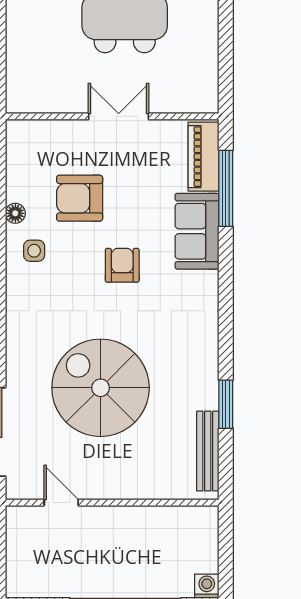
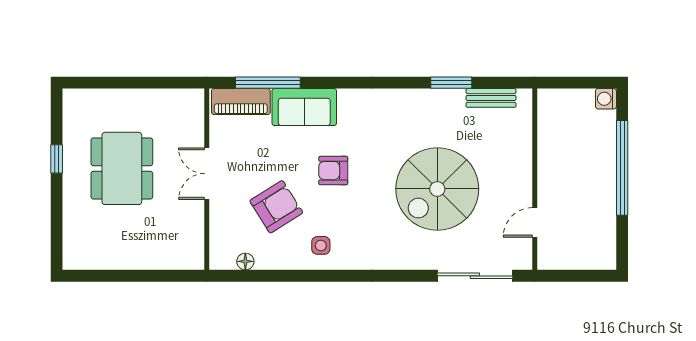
armchair: (80, 198) -> (276, 207), turned -122
floor lamp: (15, 213) -> (245, 261), moved
bench: (208, 451) -> (491, 98), width x0.73

